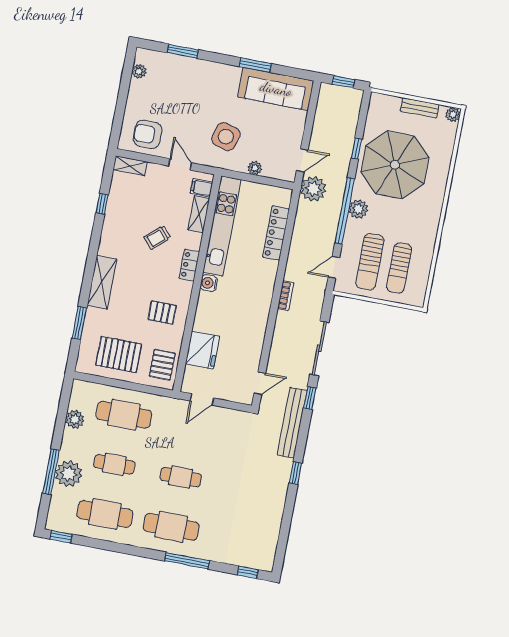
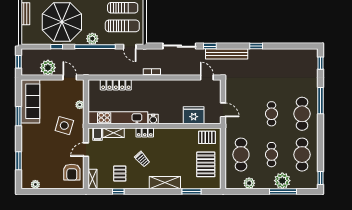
plant: (313, 189) -> (48, 68), moved
trolley: (157, 237) -> (142, 159), moved
pallet: (162, 312) -> (120, 174), moved

